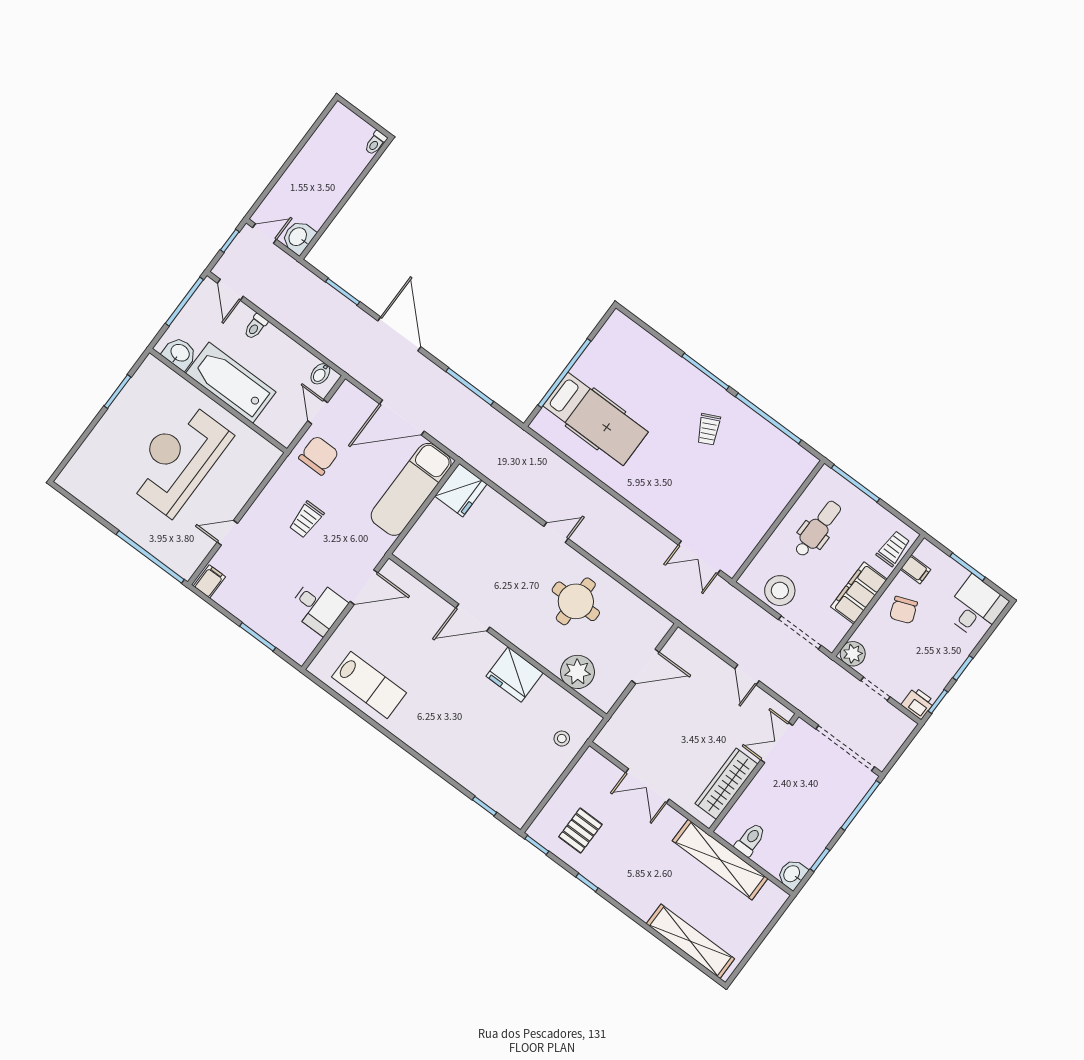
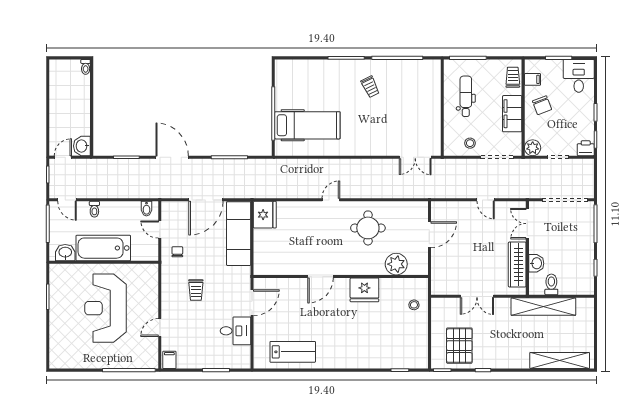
chair: (319, 455) -> (177, 252), width x0.54, depth x0.54
stool: (780, 591) -> (470, 143), width x0.53, depth x0.53
pallet: (580, 831) -> (459, 346), width x1.50, depth x1.42
washbasin: (792, 874) -> (536, 263), moved, turned 180

